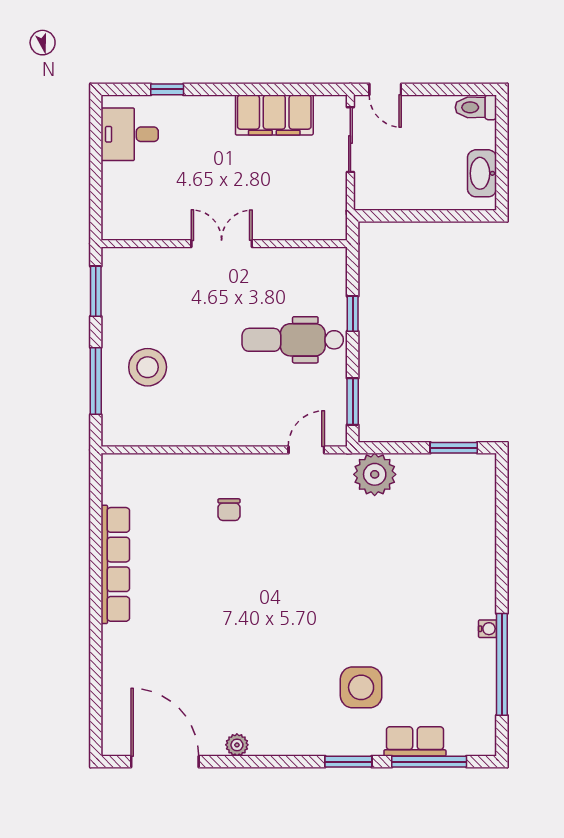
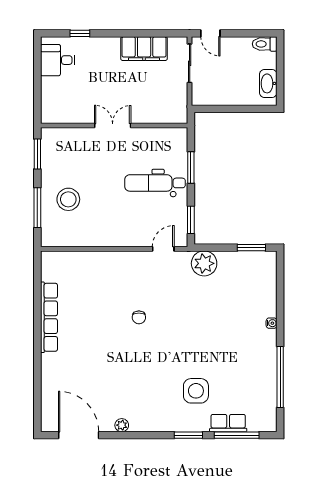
window: (353, 314) -> (191, 167), width x1.50
chair: (229, 510) -> (139, 317), moved
water cooler: (488, 629) -> (272, 323), moved

